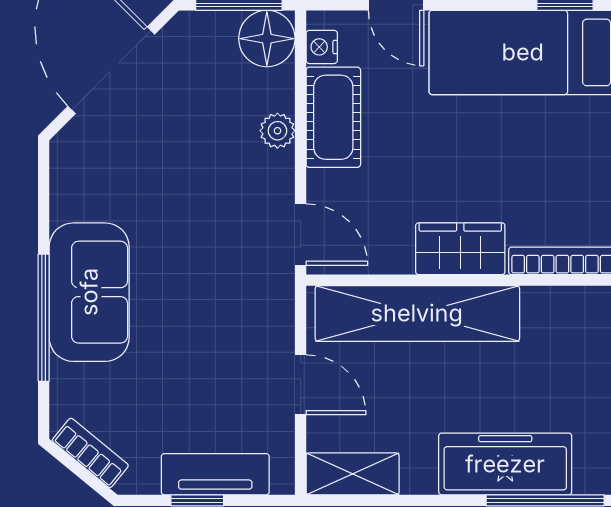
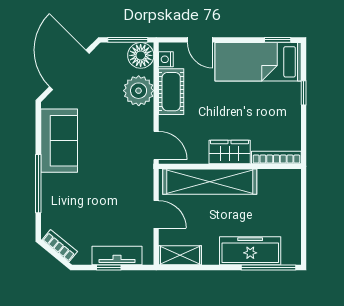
plant: (277, 131) -> (139, 91), width x1.87, depth x1.87
sofa: (89, 292) -> (59, 141), moved

